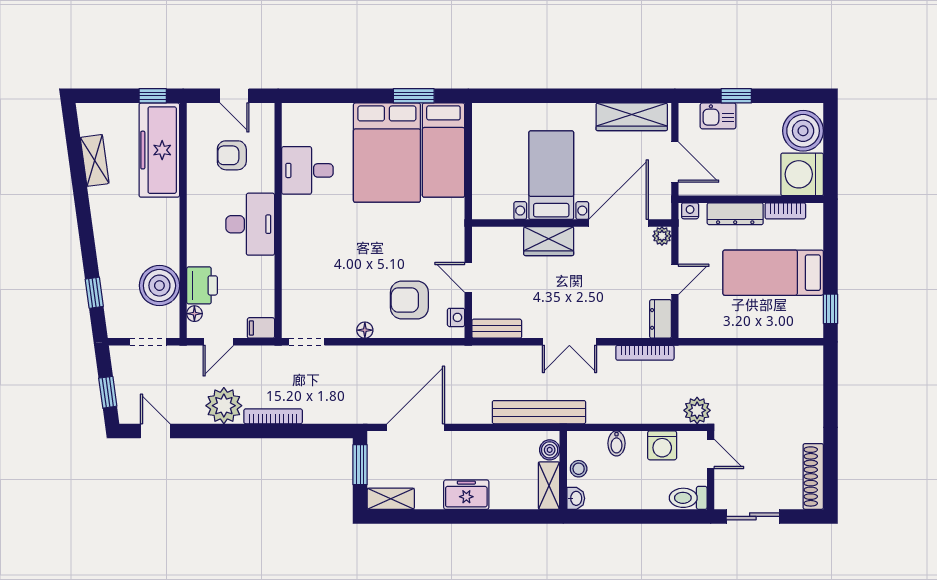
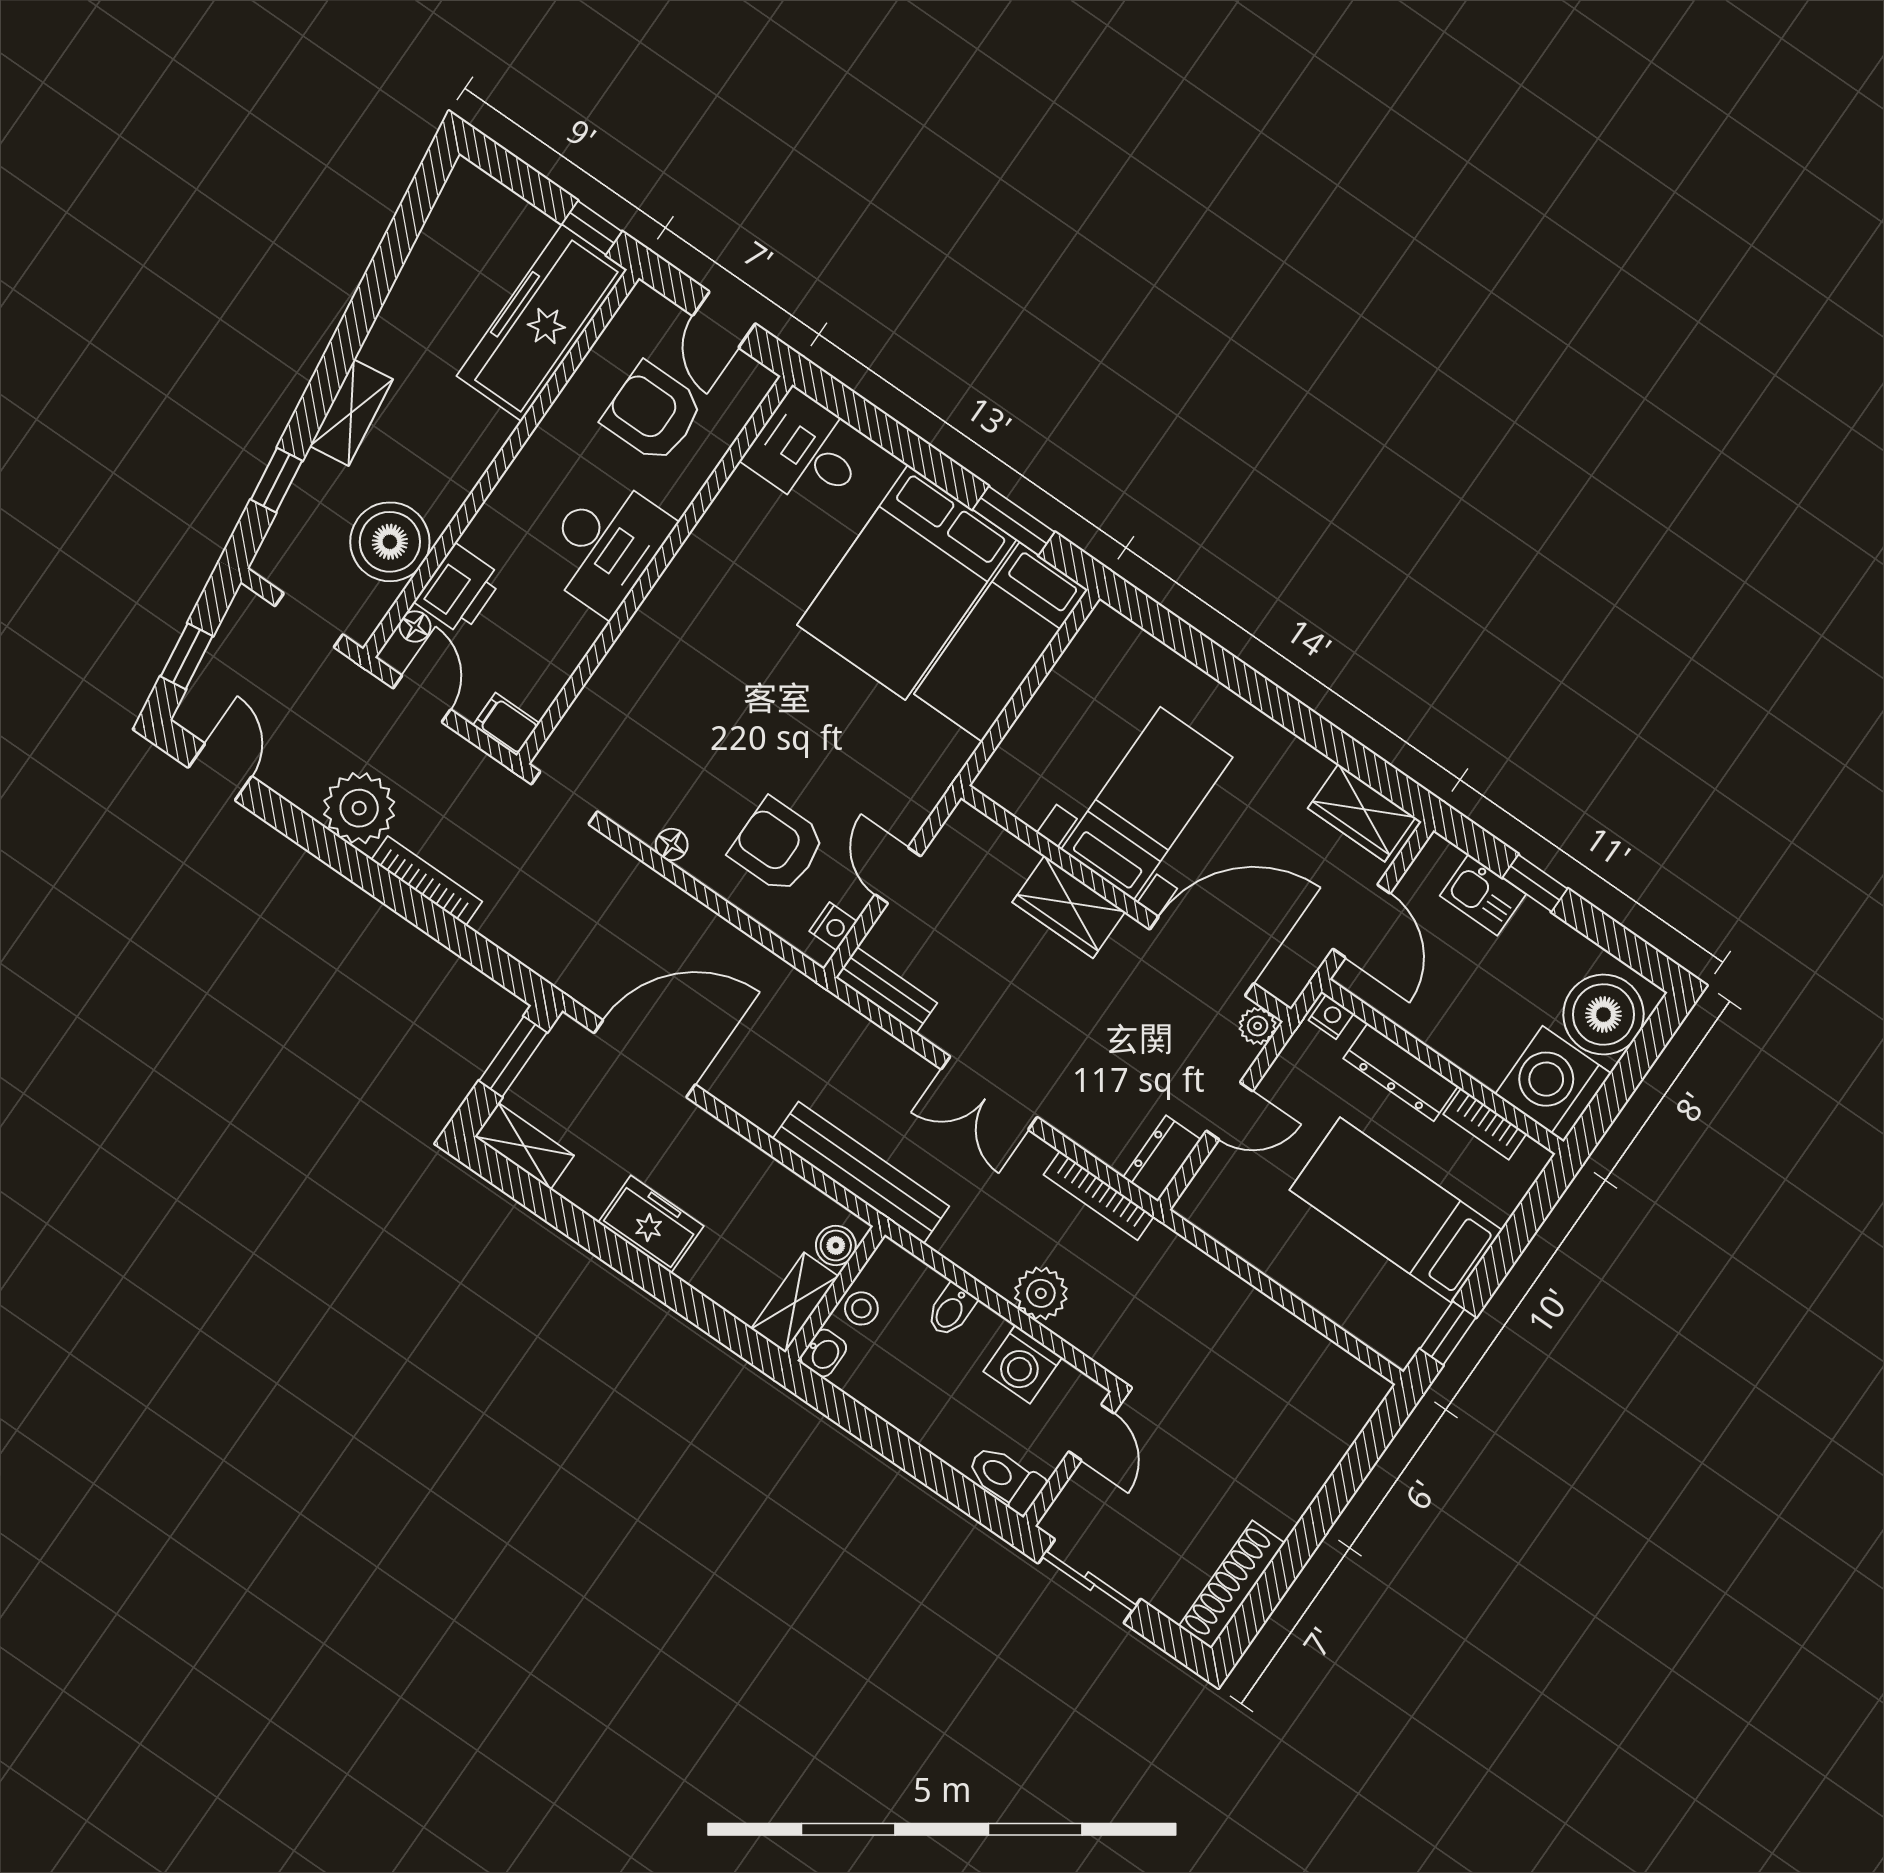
wardrobe: (632, 117) -> (1362, 813), width x0.67
armchair: (232, 155) -> (653, 413), width x1.38, depth x1.38
shelving: (95, 160) -> (351, 413), moved
desk: (307, 170) -> (807, 452), moved
door: (218, 342) -> (422, 699), swing flipped
plant: (697, 410) -> (1041, 1293), moved

